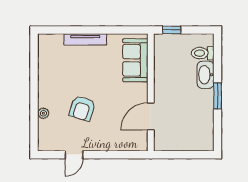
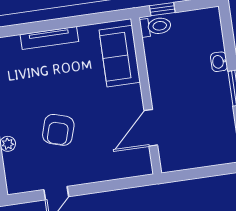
toilet: (203, 53) -> (156, 26), moved, turned 180
washbasin: (206, 75) -> (219, 62), width x0.52, depth x0.69

